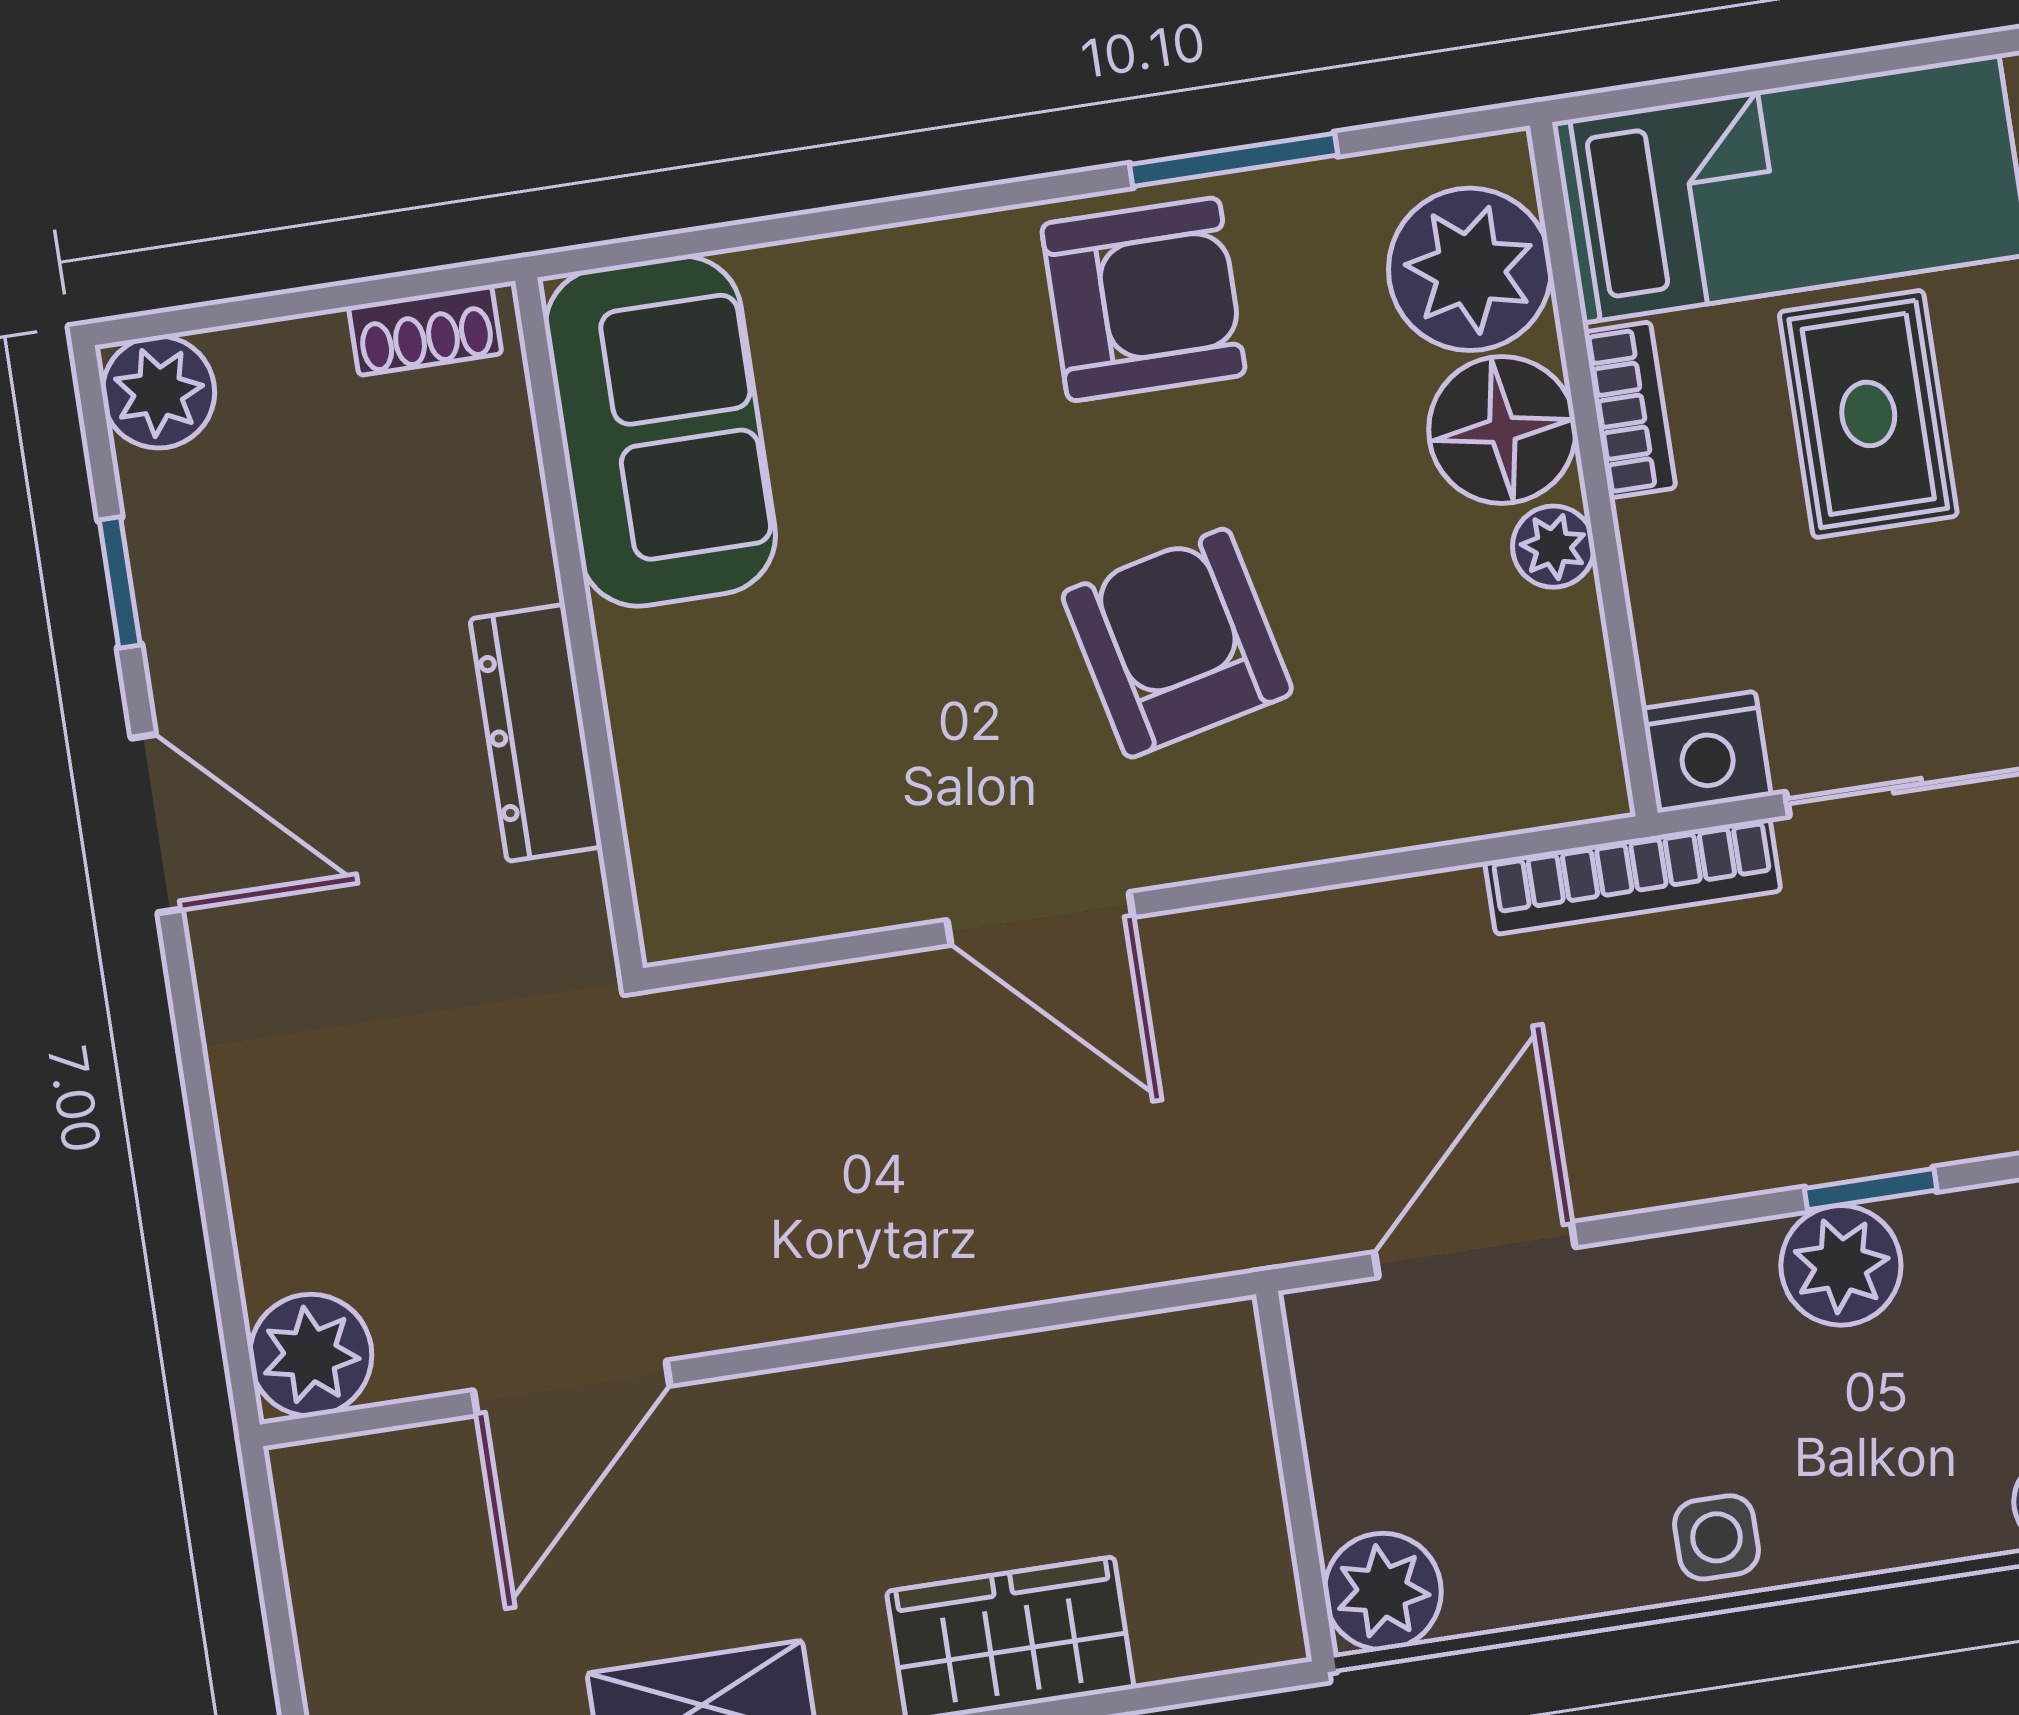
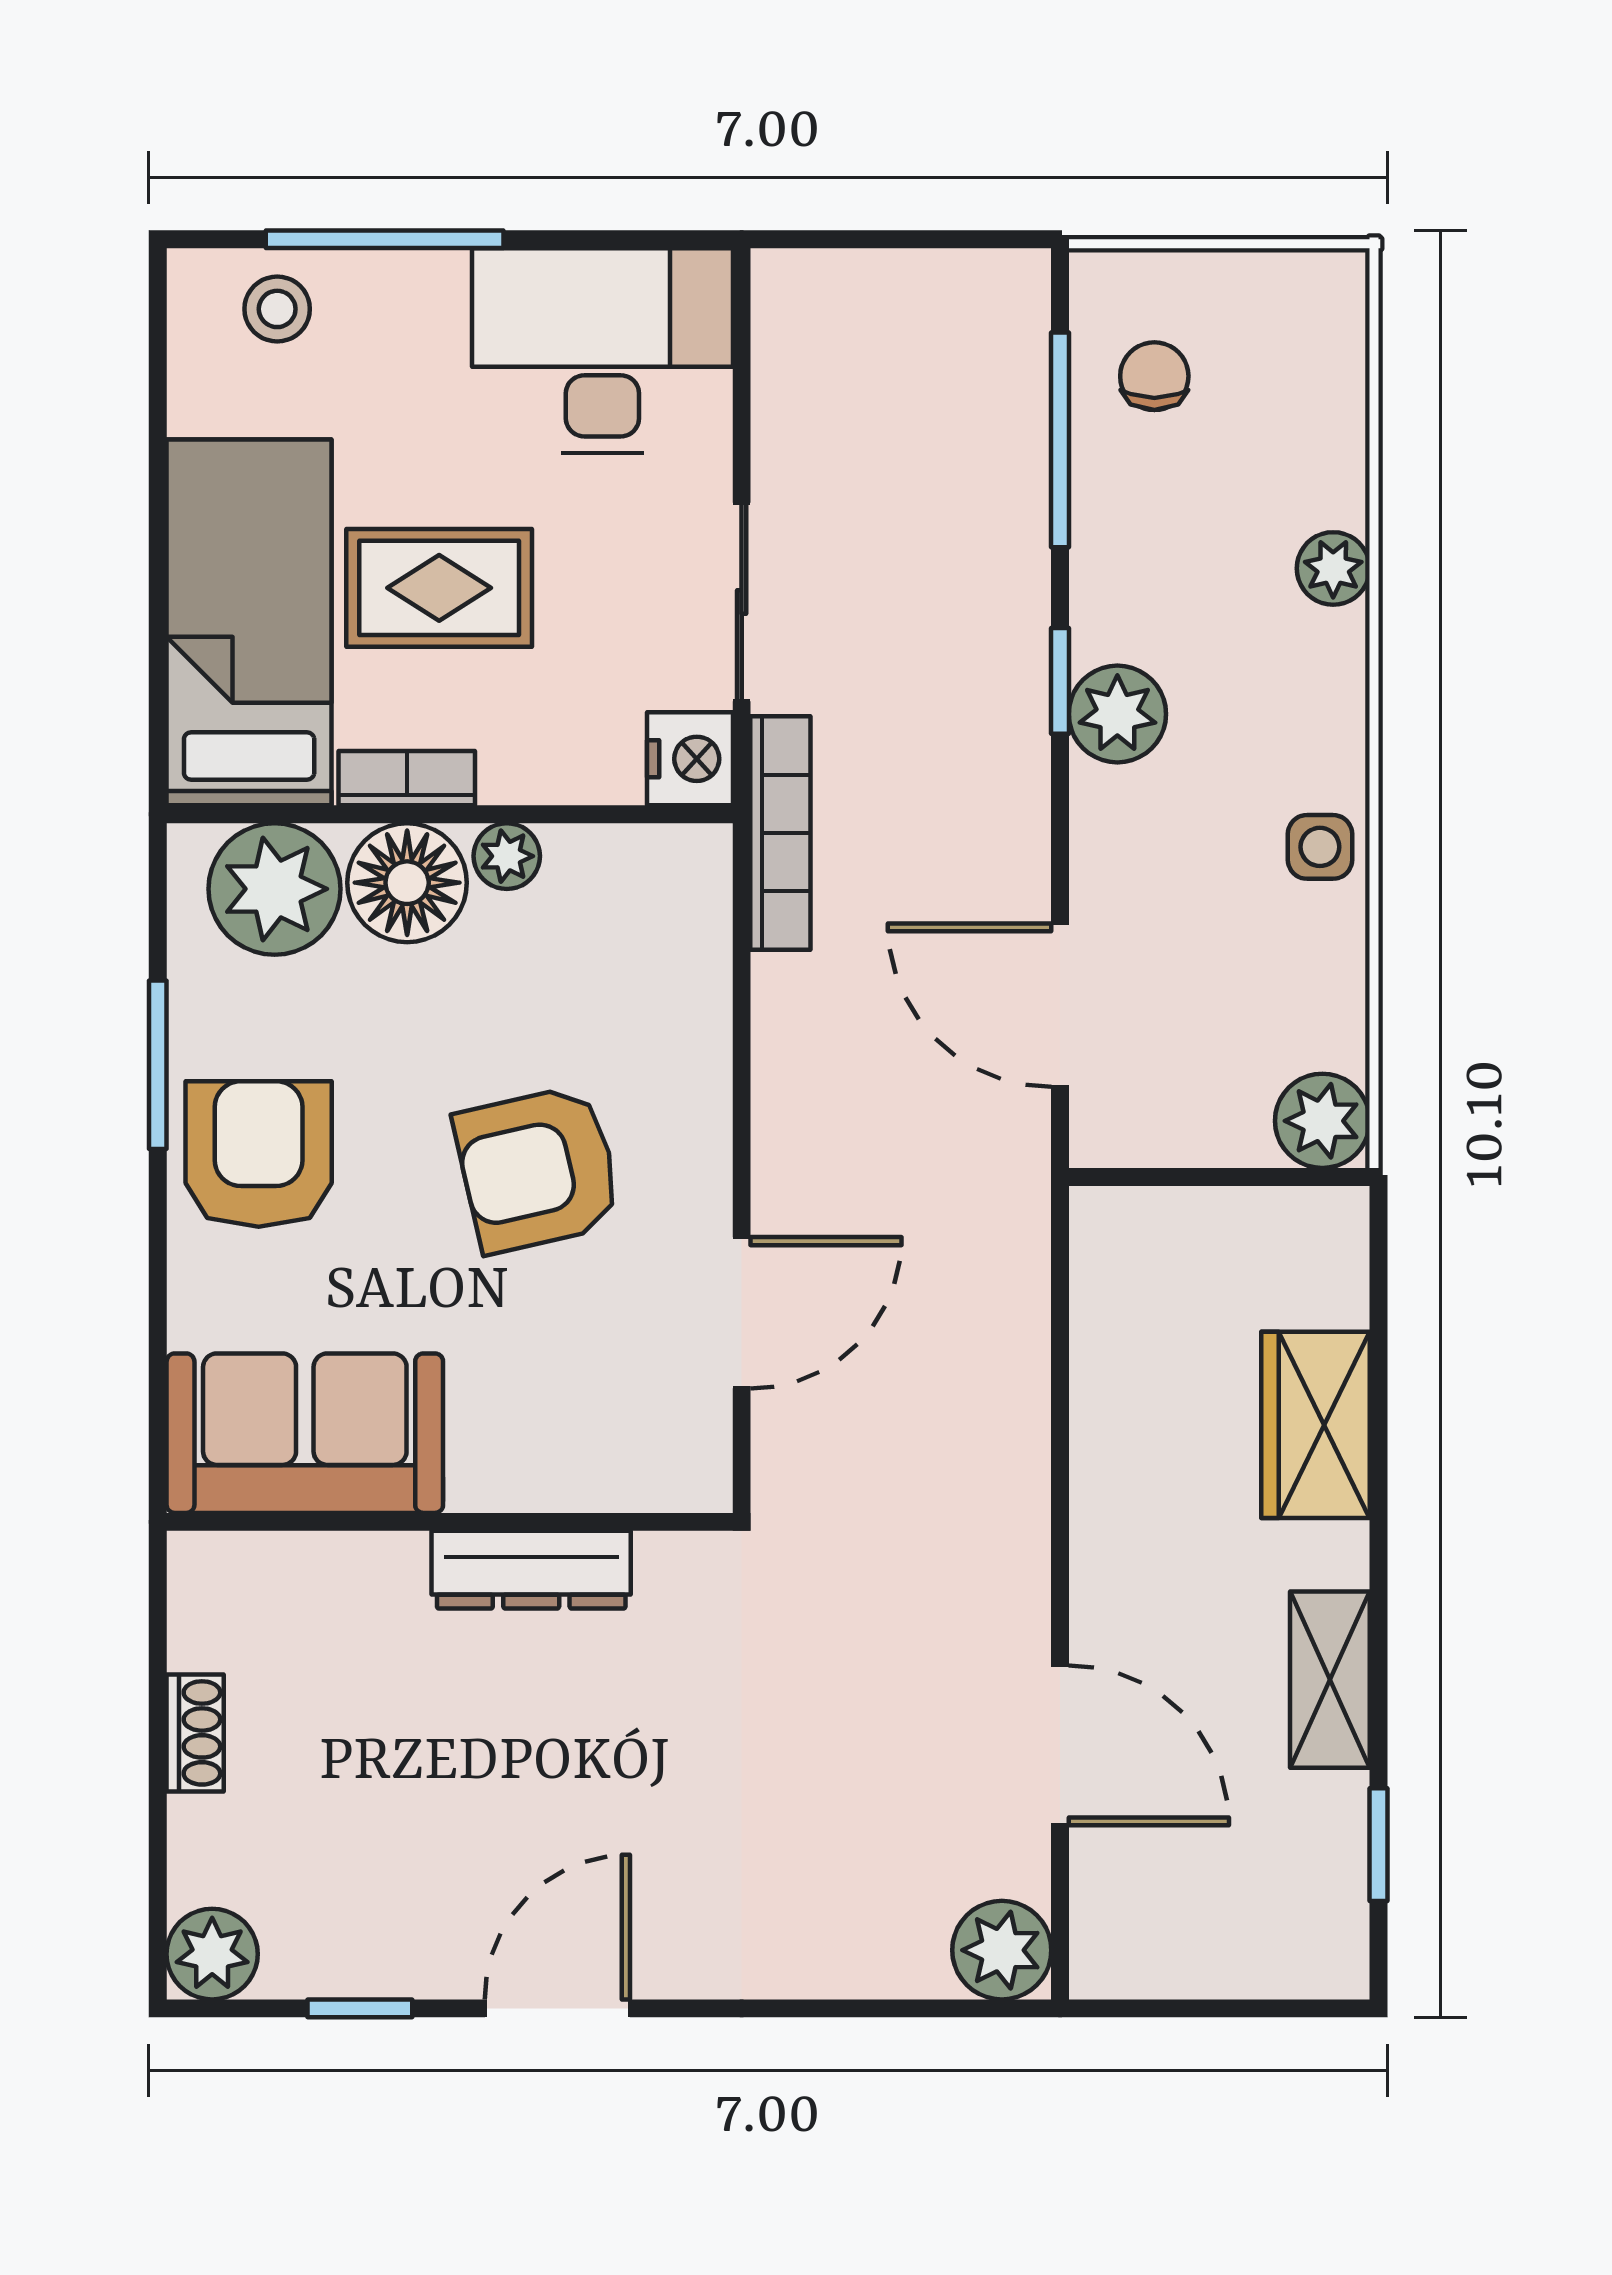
sofa: (660, 431) -> (305, 1433), moved
wall: (579, 624) -> (450, 1522), moved
dresser: (536, 733) -> (531, 1570), moved

